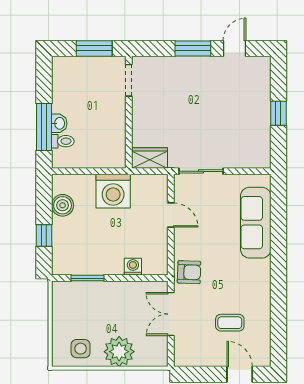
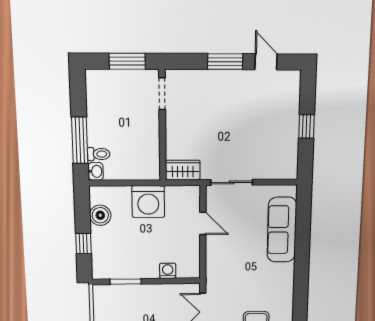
door: (235, 48) -> (266, 62), hinge flipped
washbasin: (59, 123) -> (96, 171), moved
armchair: (189, 272) -> (220, 275), removed

